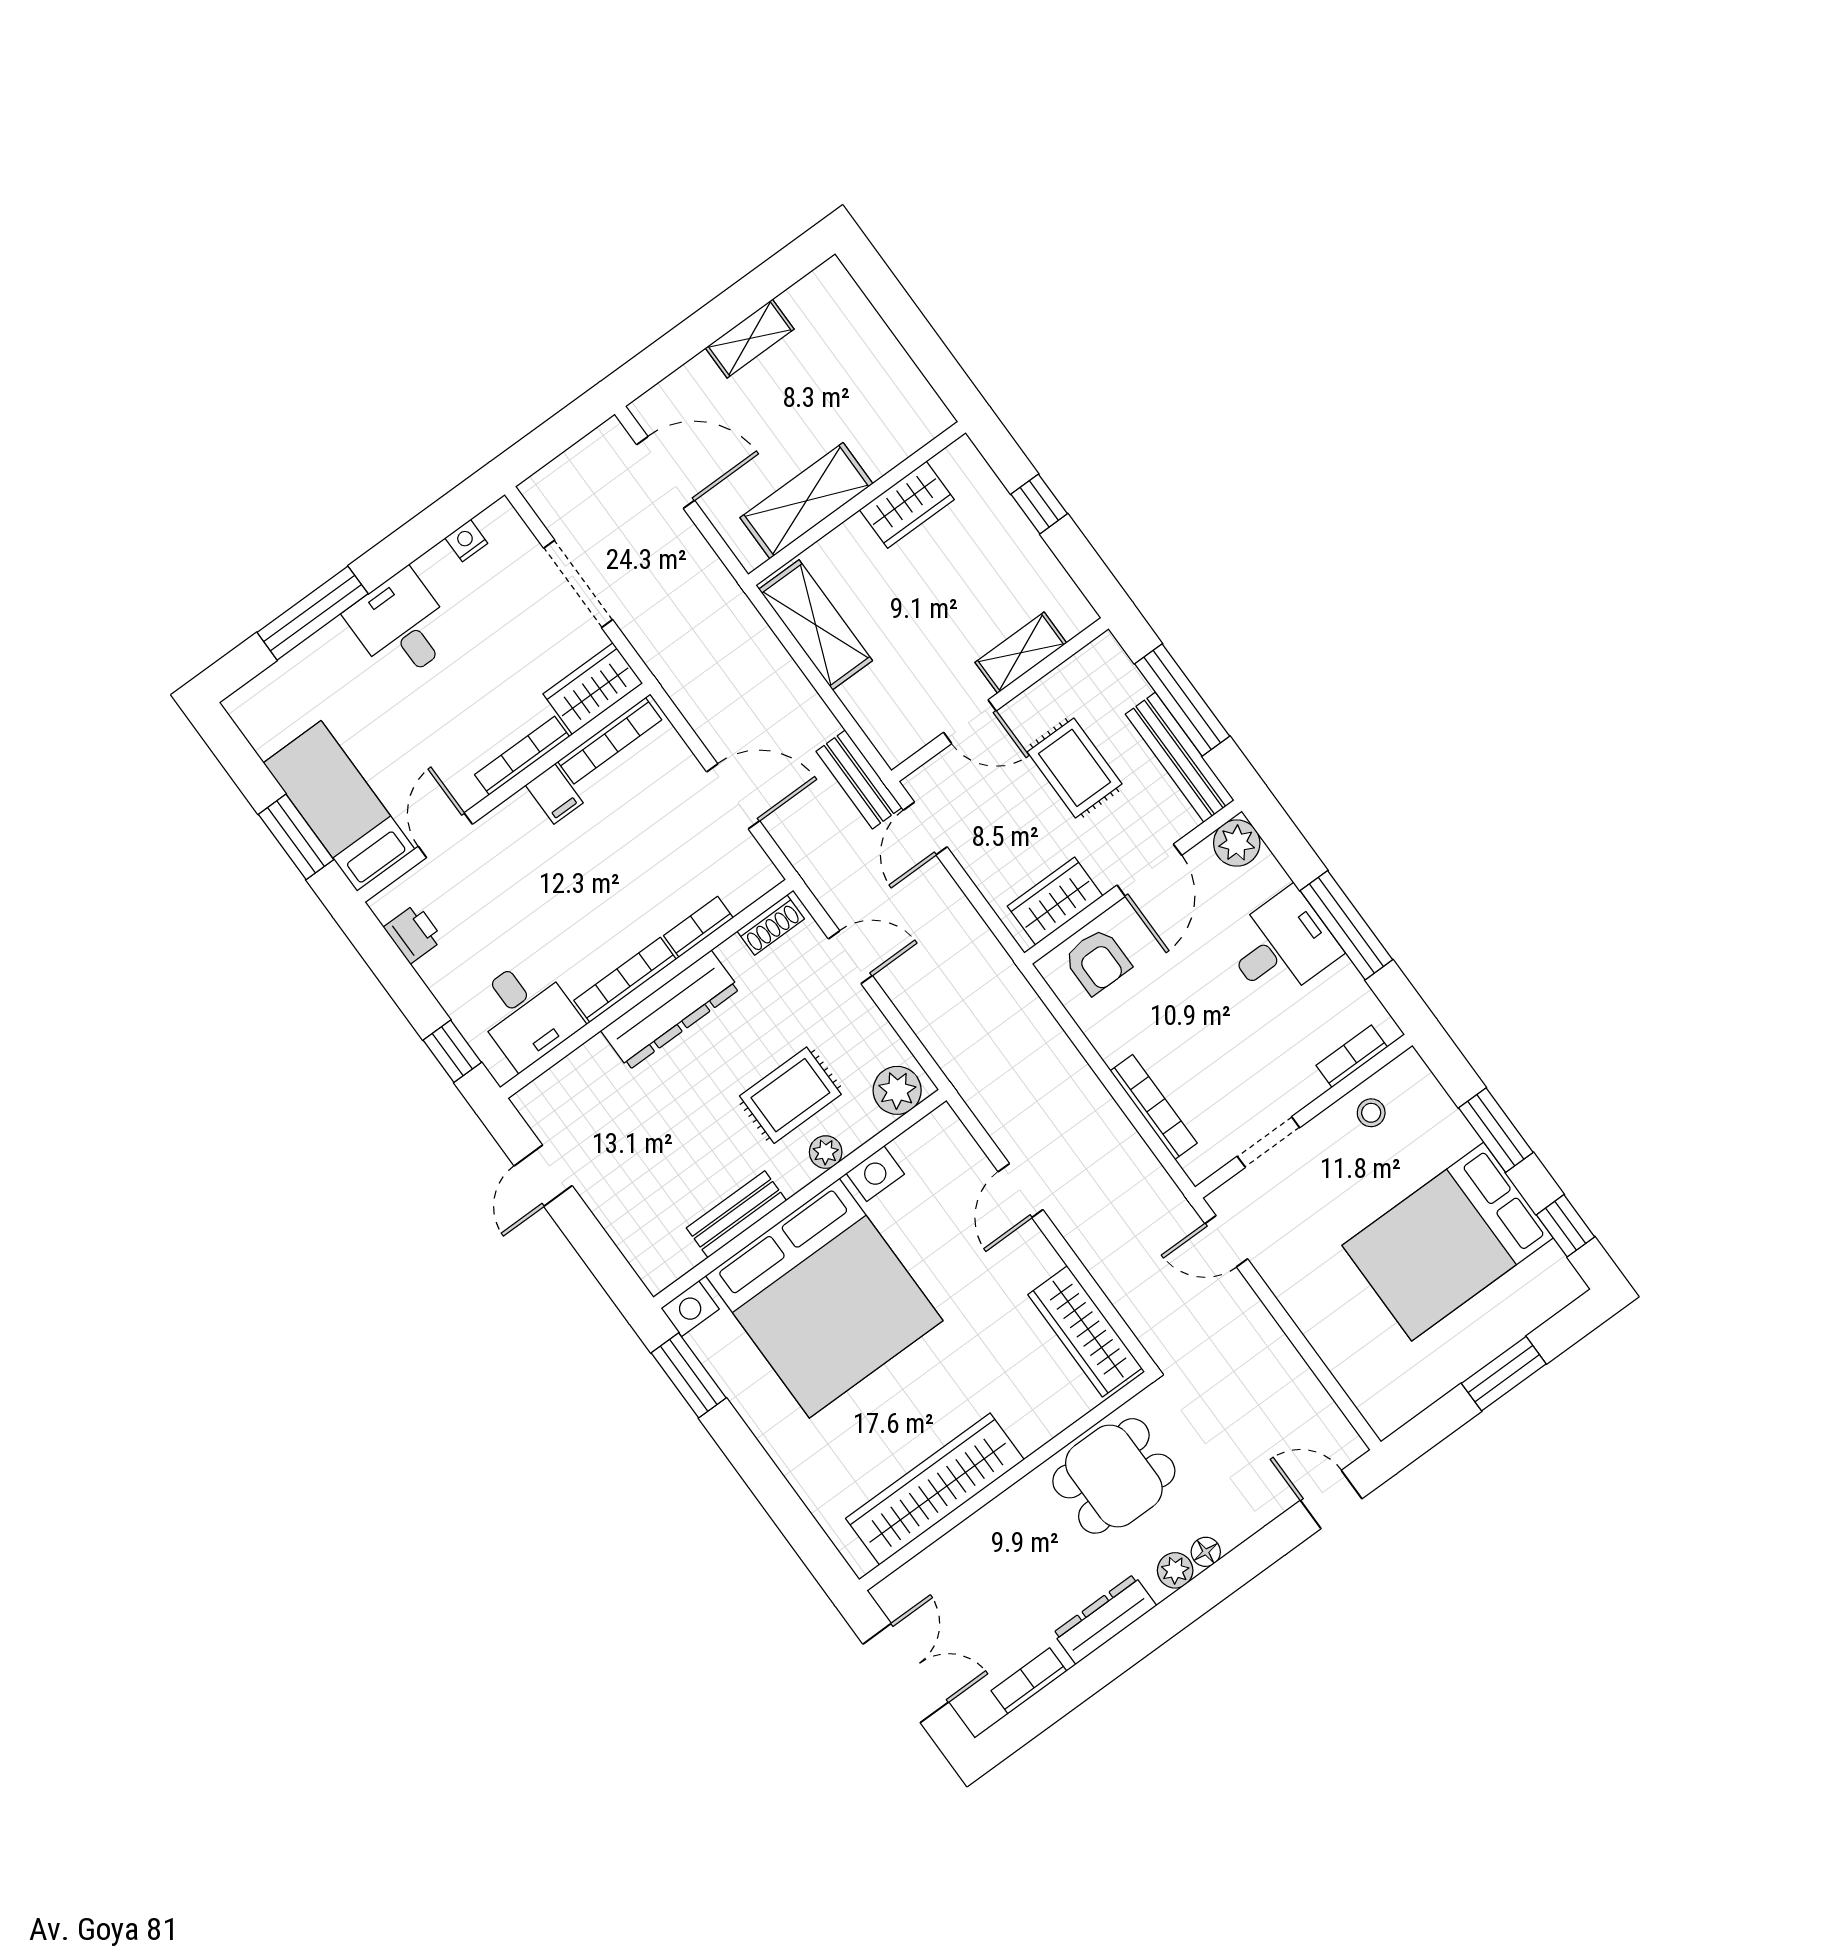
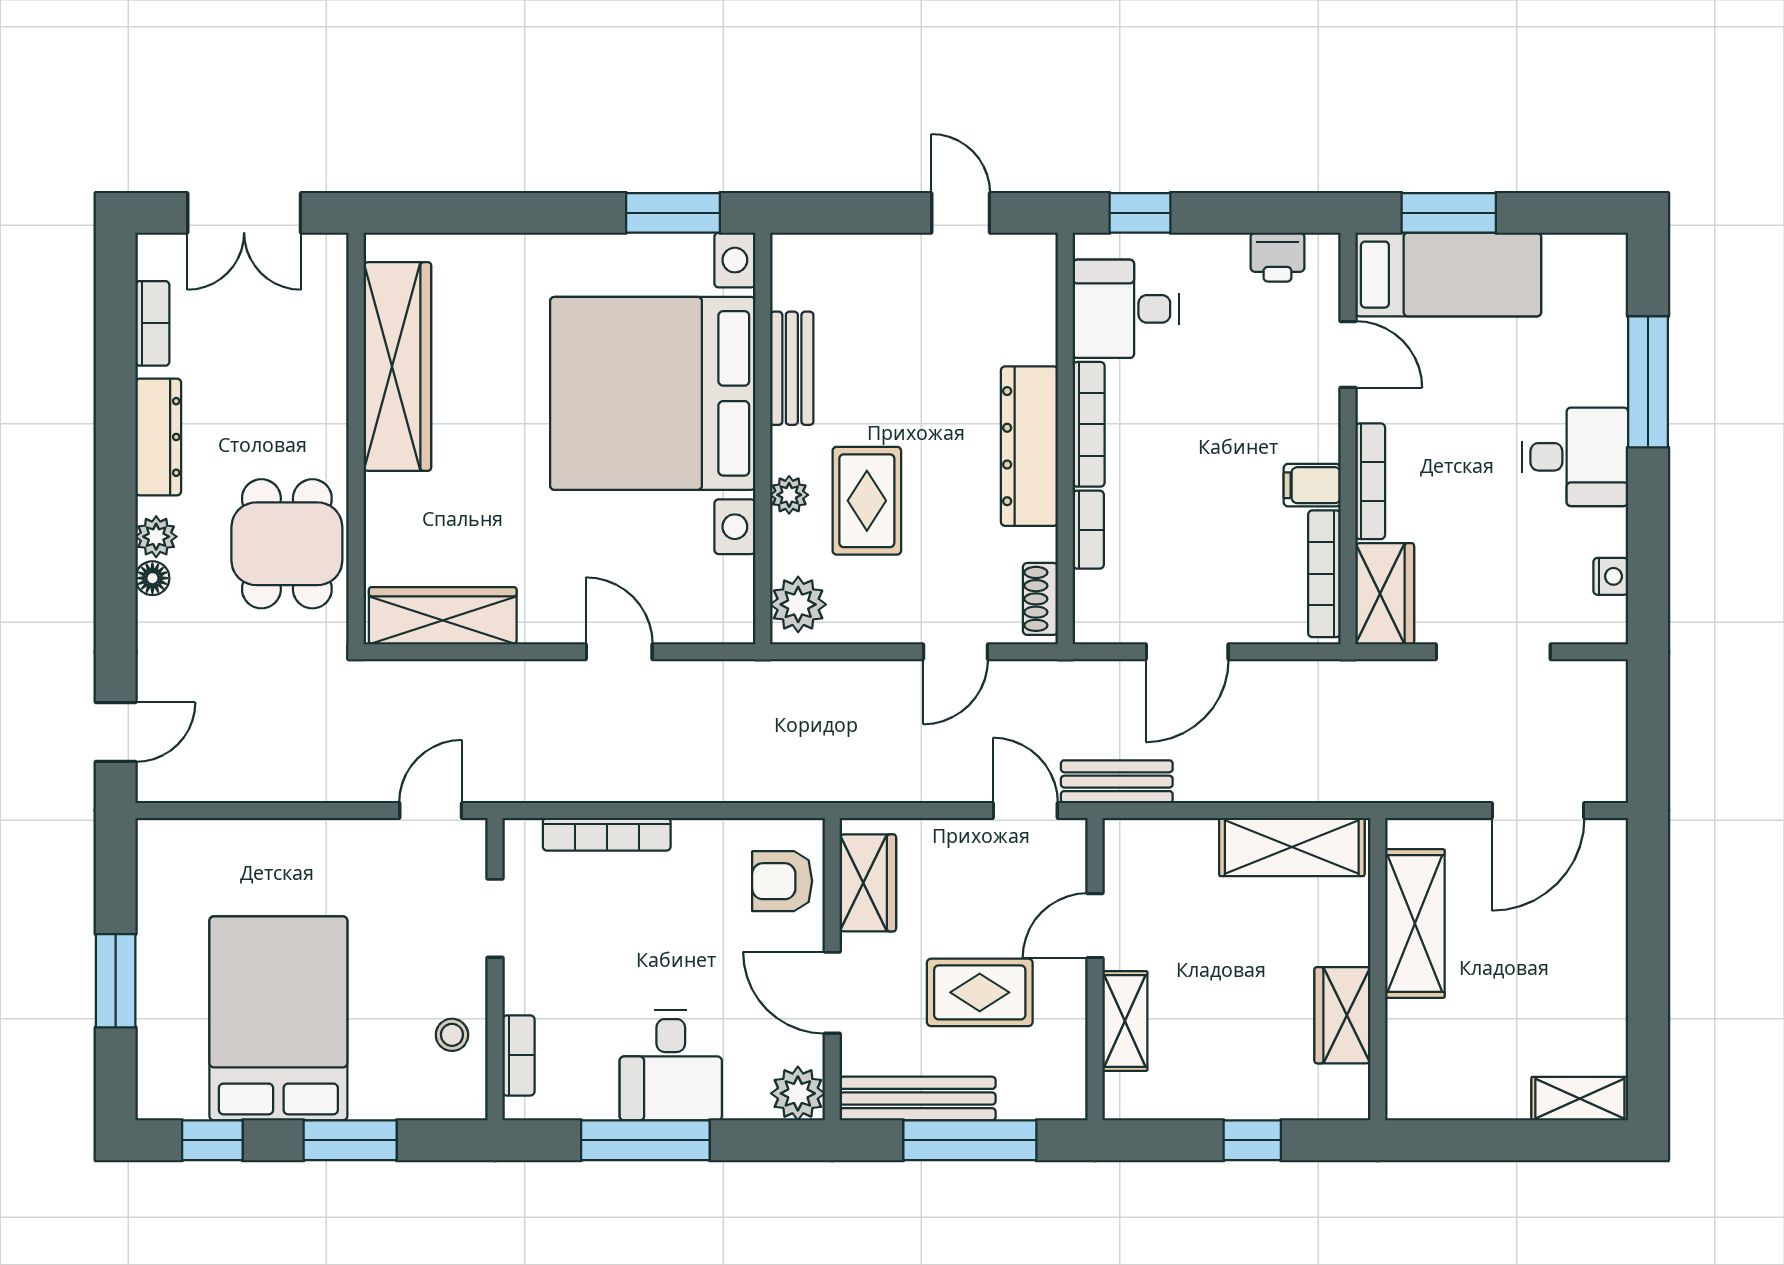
shelving: (750, 339) -> (1580, 1099), moved, turned 90

